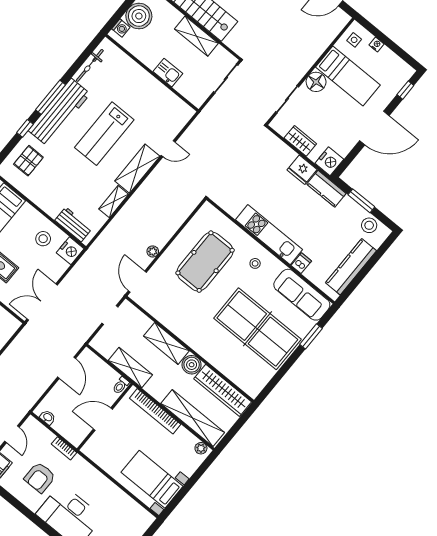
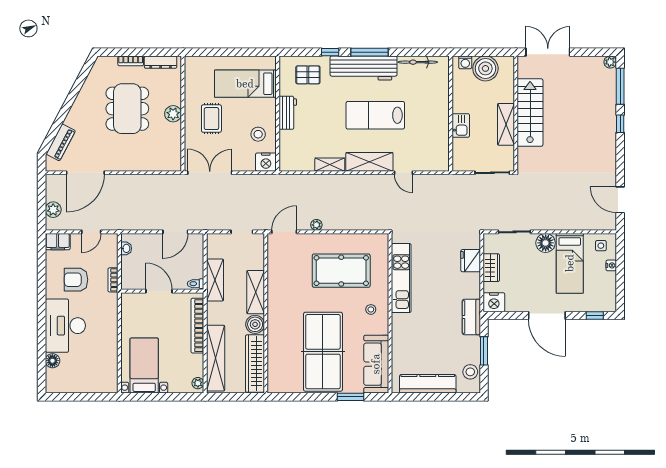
fridge: (302, 170) -> (471, 261), moved
workbench: (73, 224) -> (288, 113), moved
kitchen unit: (269, 235) -> (401, 278), moved
dishwasher: (301, 263) -> (400, 344), removed

